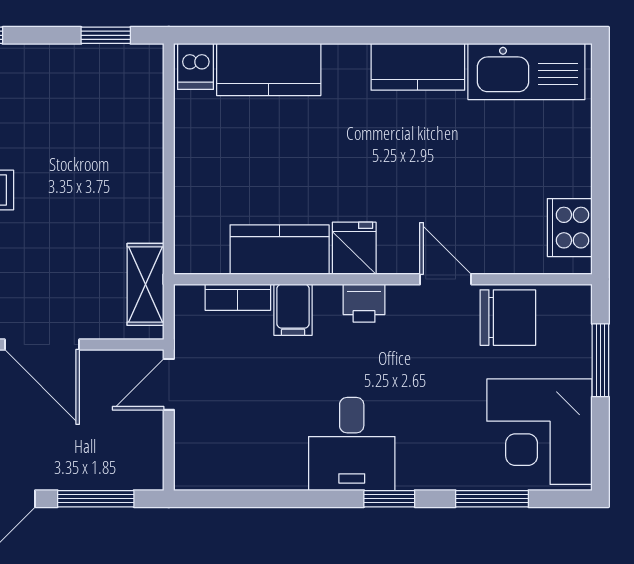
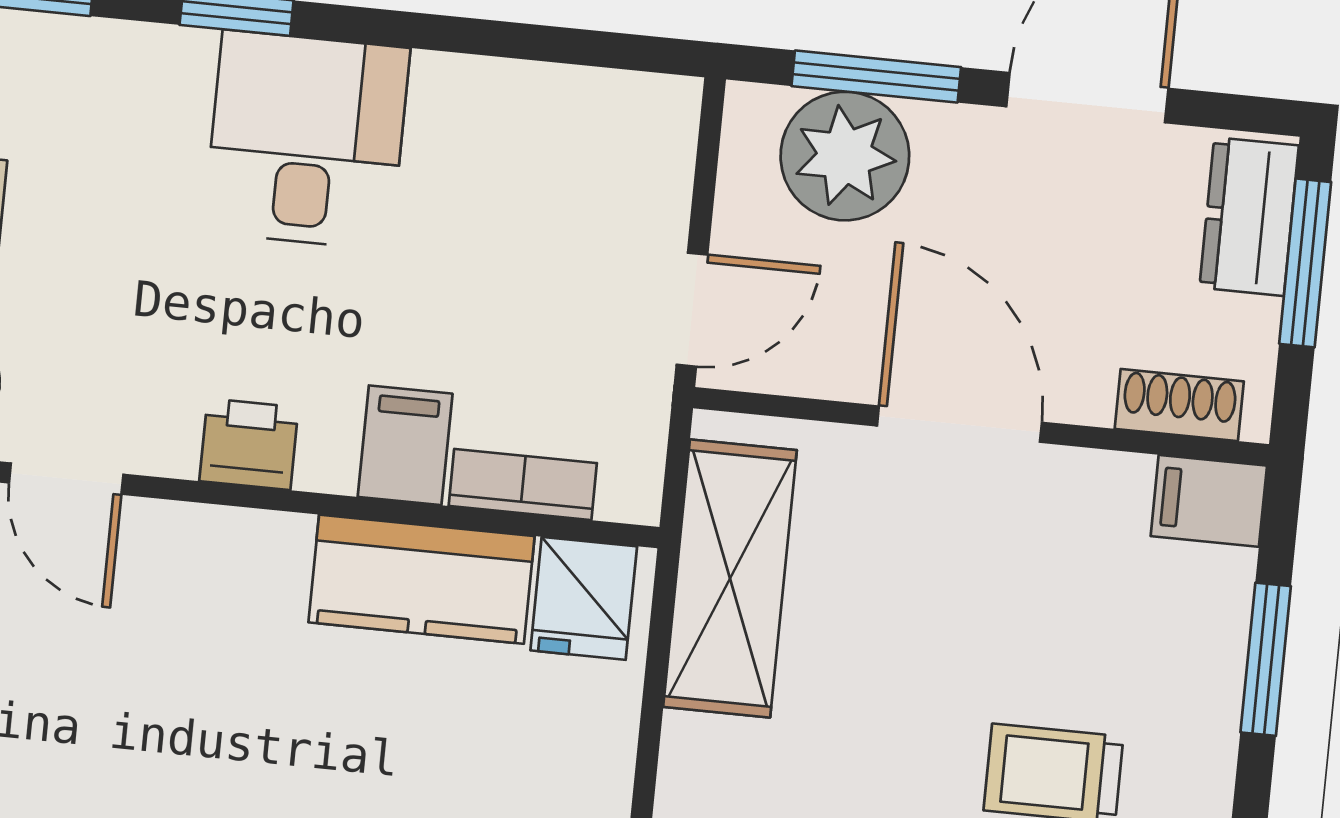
fridge: (354, 248) -> (584, 598), moved
shelving: (145, 284) -> (730, 578), width x1.50, depth x1.33
plant: (106, 461) -> (845, 156), added

